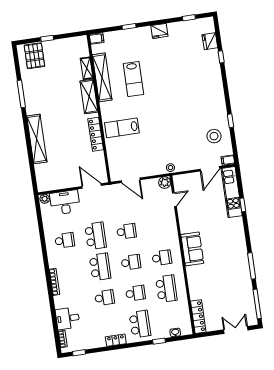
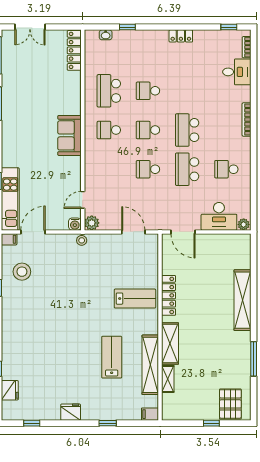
water cooler: (178, 180) -> (75, 224), added
school desk: (105, 298) -> (187, 91), removed
school desk: (140, 324) -> (148, 52), removed

